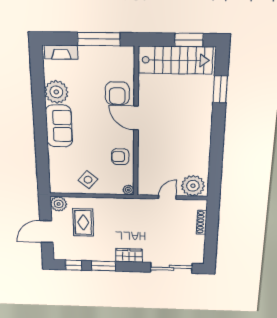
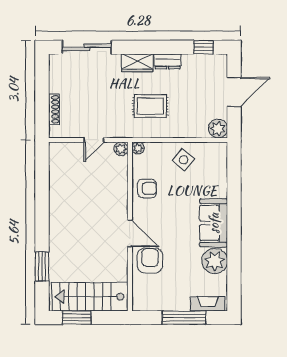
window: (99, 39) -> (184, 318), moved
plant: (193, 186) -> (121, 149), moved, width x0.53, depth x0.53
rug: (83, 222) -> (150, 106), moved, turned 90
dresser: (103, 256) -> (168, 61), added
window: (104, 266) -> (168, 47), removed

